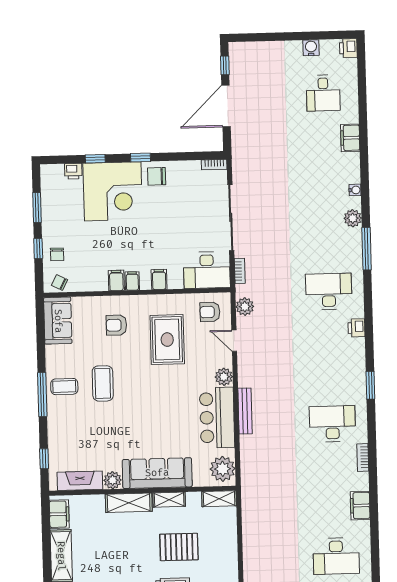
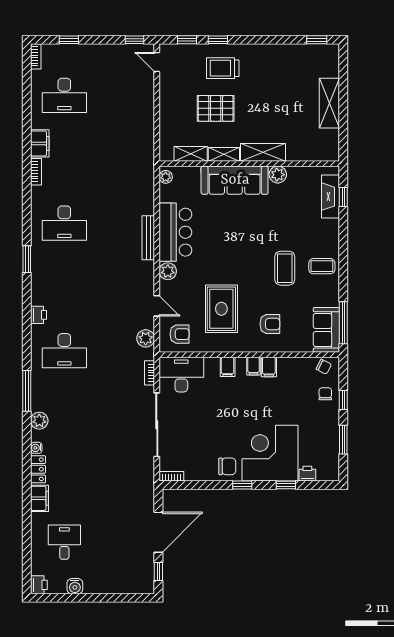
locker: (353, 168) -> (38, 469), added
window: (42, 394) -> (343, 323), moved
bookcase: (363, 457) -> (36, 172), moved
plant: (223, 469) -> (166, 177), width x0.53, depth x0.53
fireplace: (80, 481) -> (330, 197), moved, turned 90
shelving: (219, 499) -> (191, 154), moved
filing cabinet: (59, 514) -> (330, 143), removed
desk: (336, 556) -> (64, 95), turned 180

